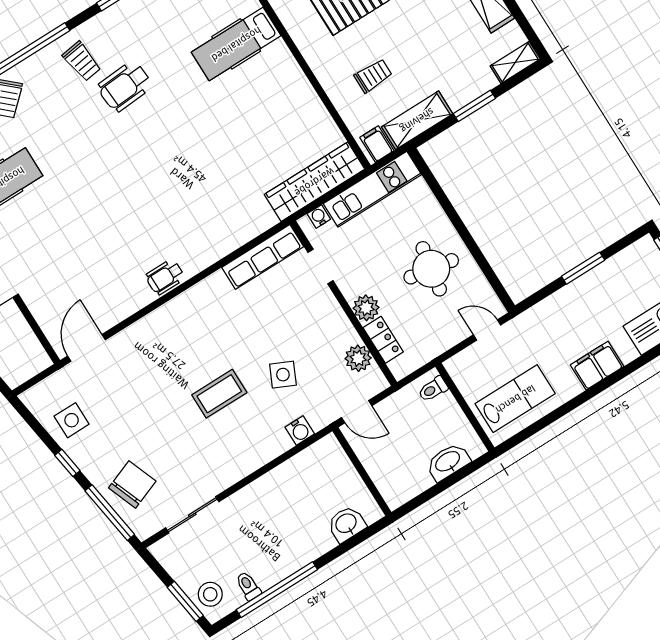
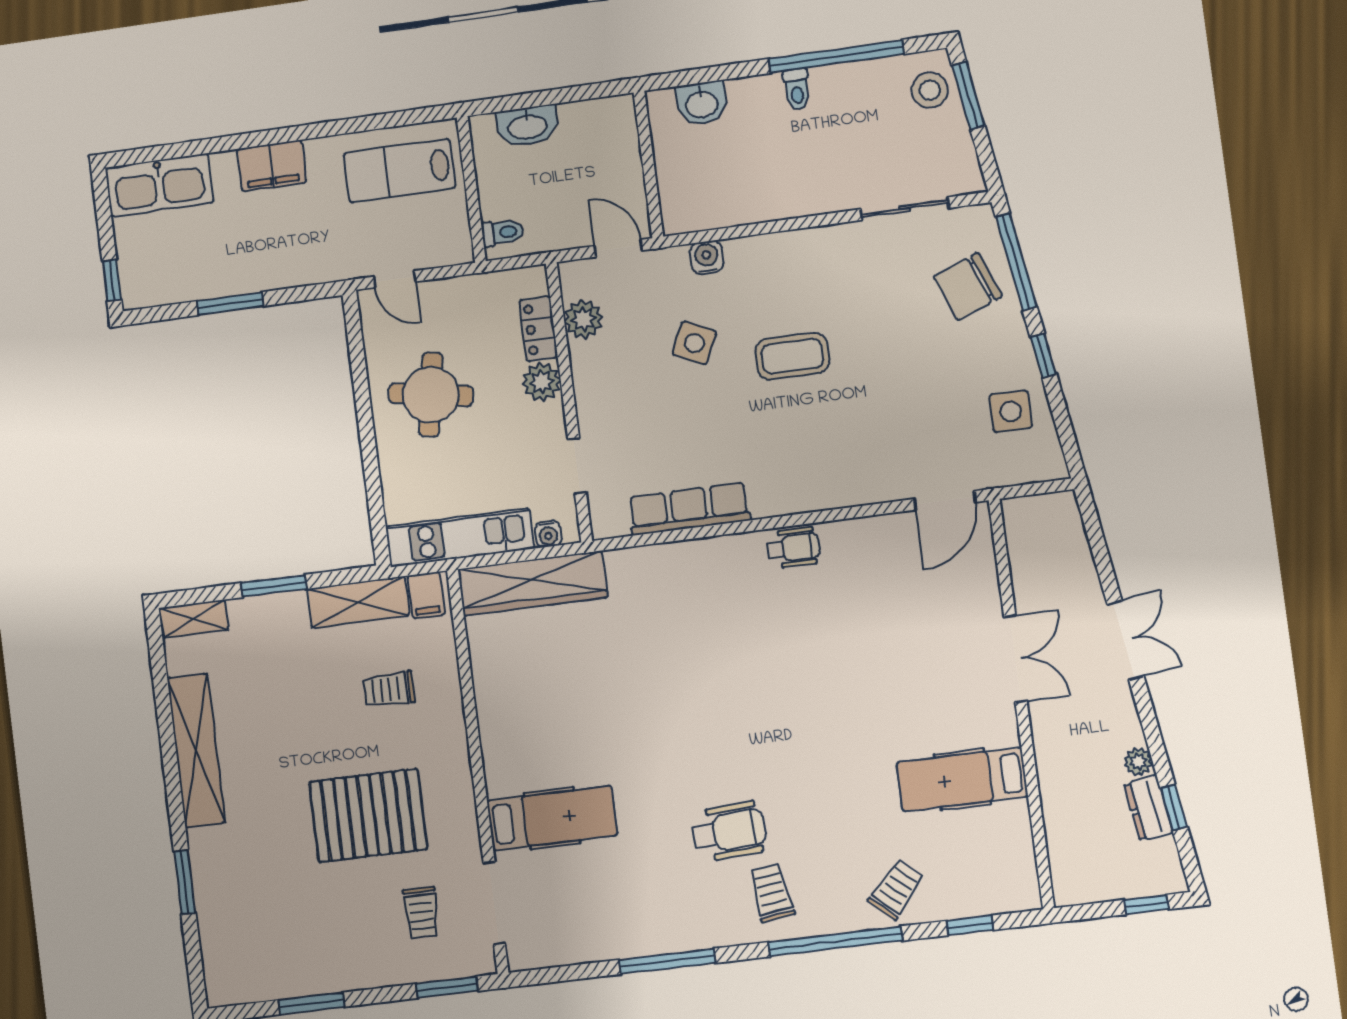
row of seats: (263, 257) -> (689, 509), moved
toilet: (248, 586) -> (797, 89), moved

